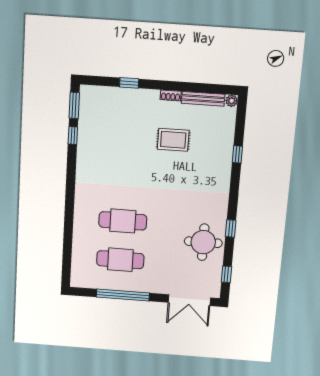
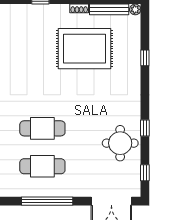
rug: (173, 140) -> (85, 49), width x1.86, depth x2.06

